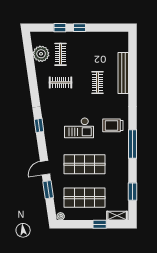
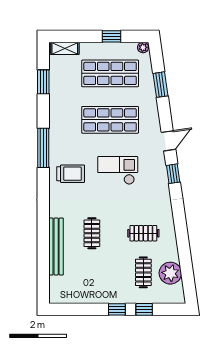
door: (45, 168) -> (168, 141), moved
window: (100, 224) -> (112, 36), moved

